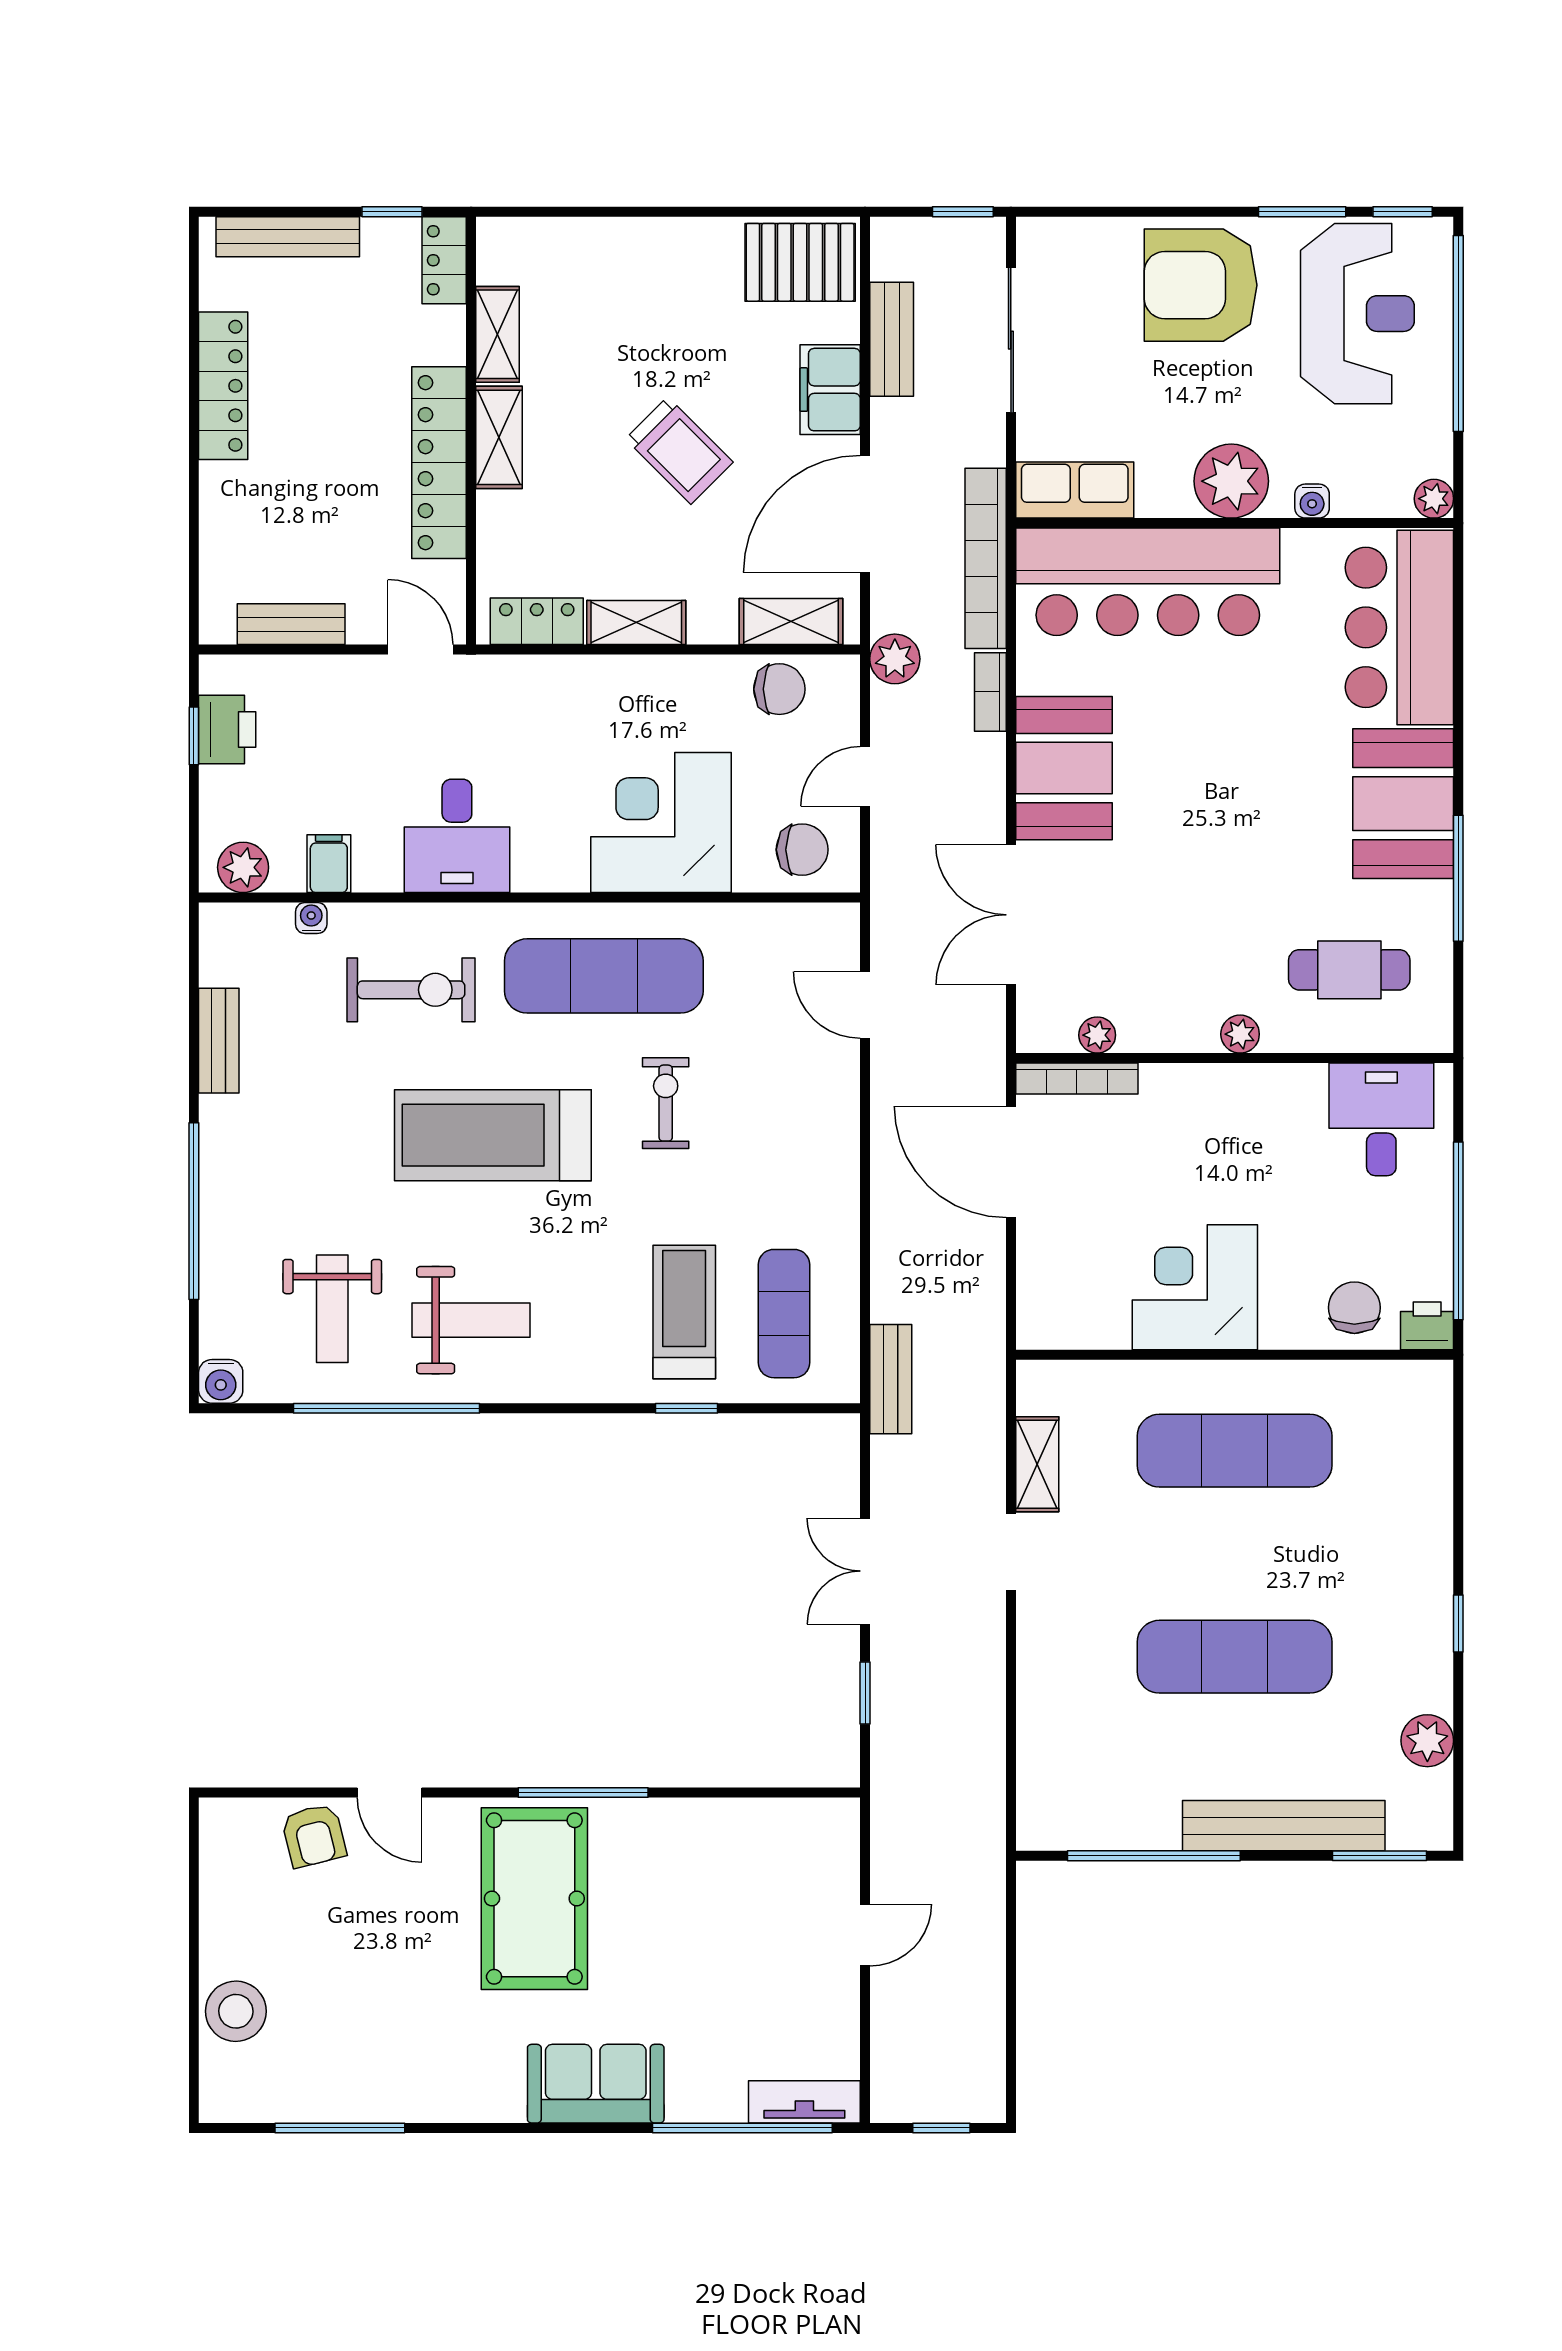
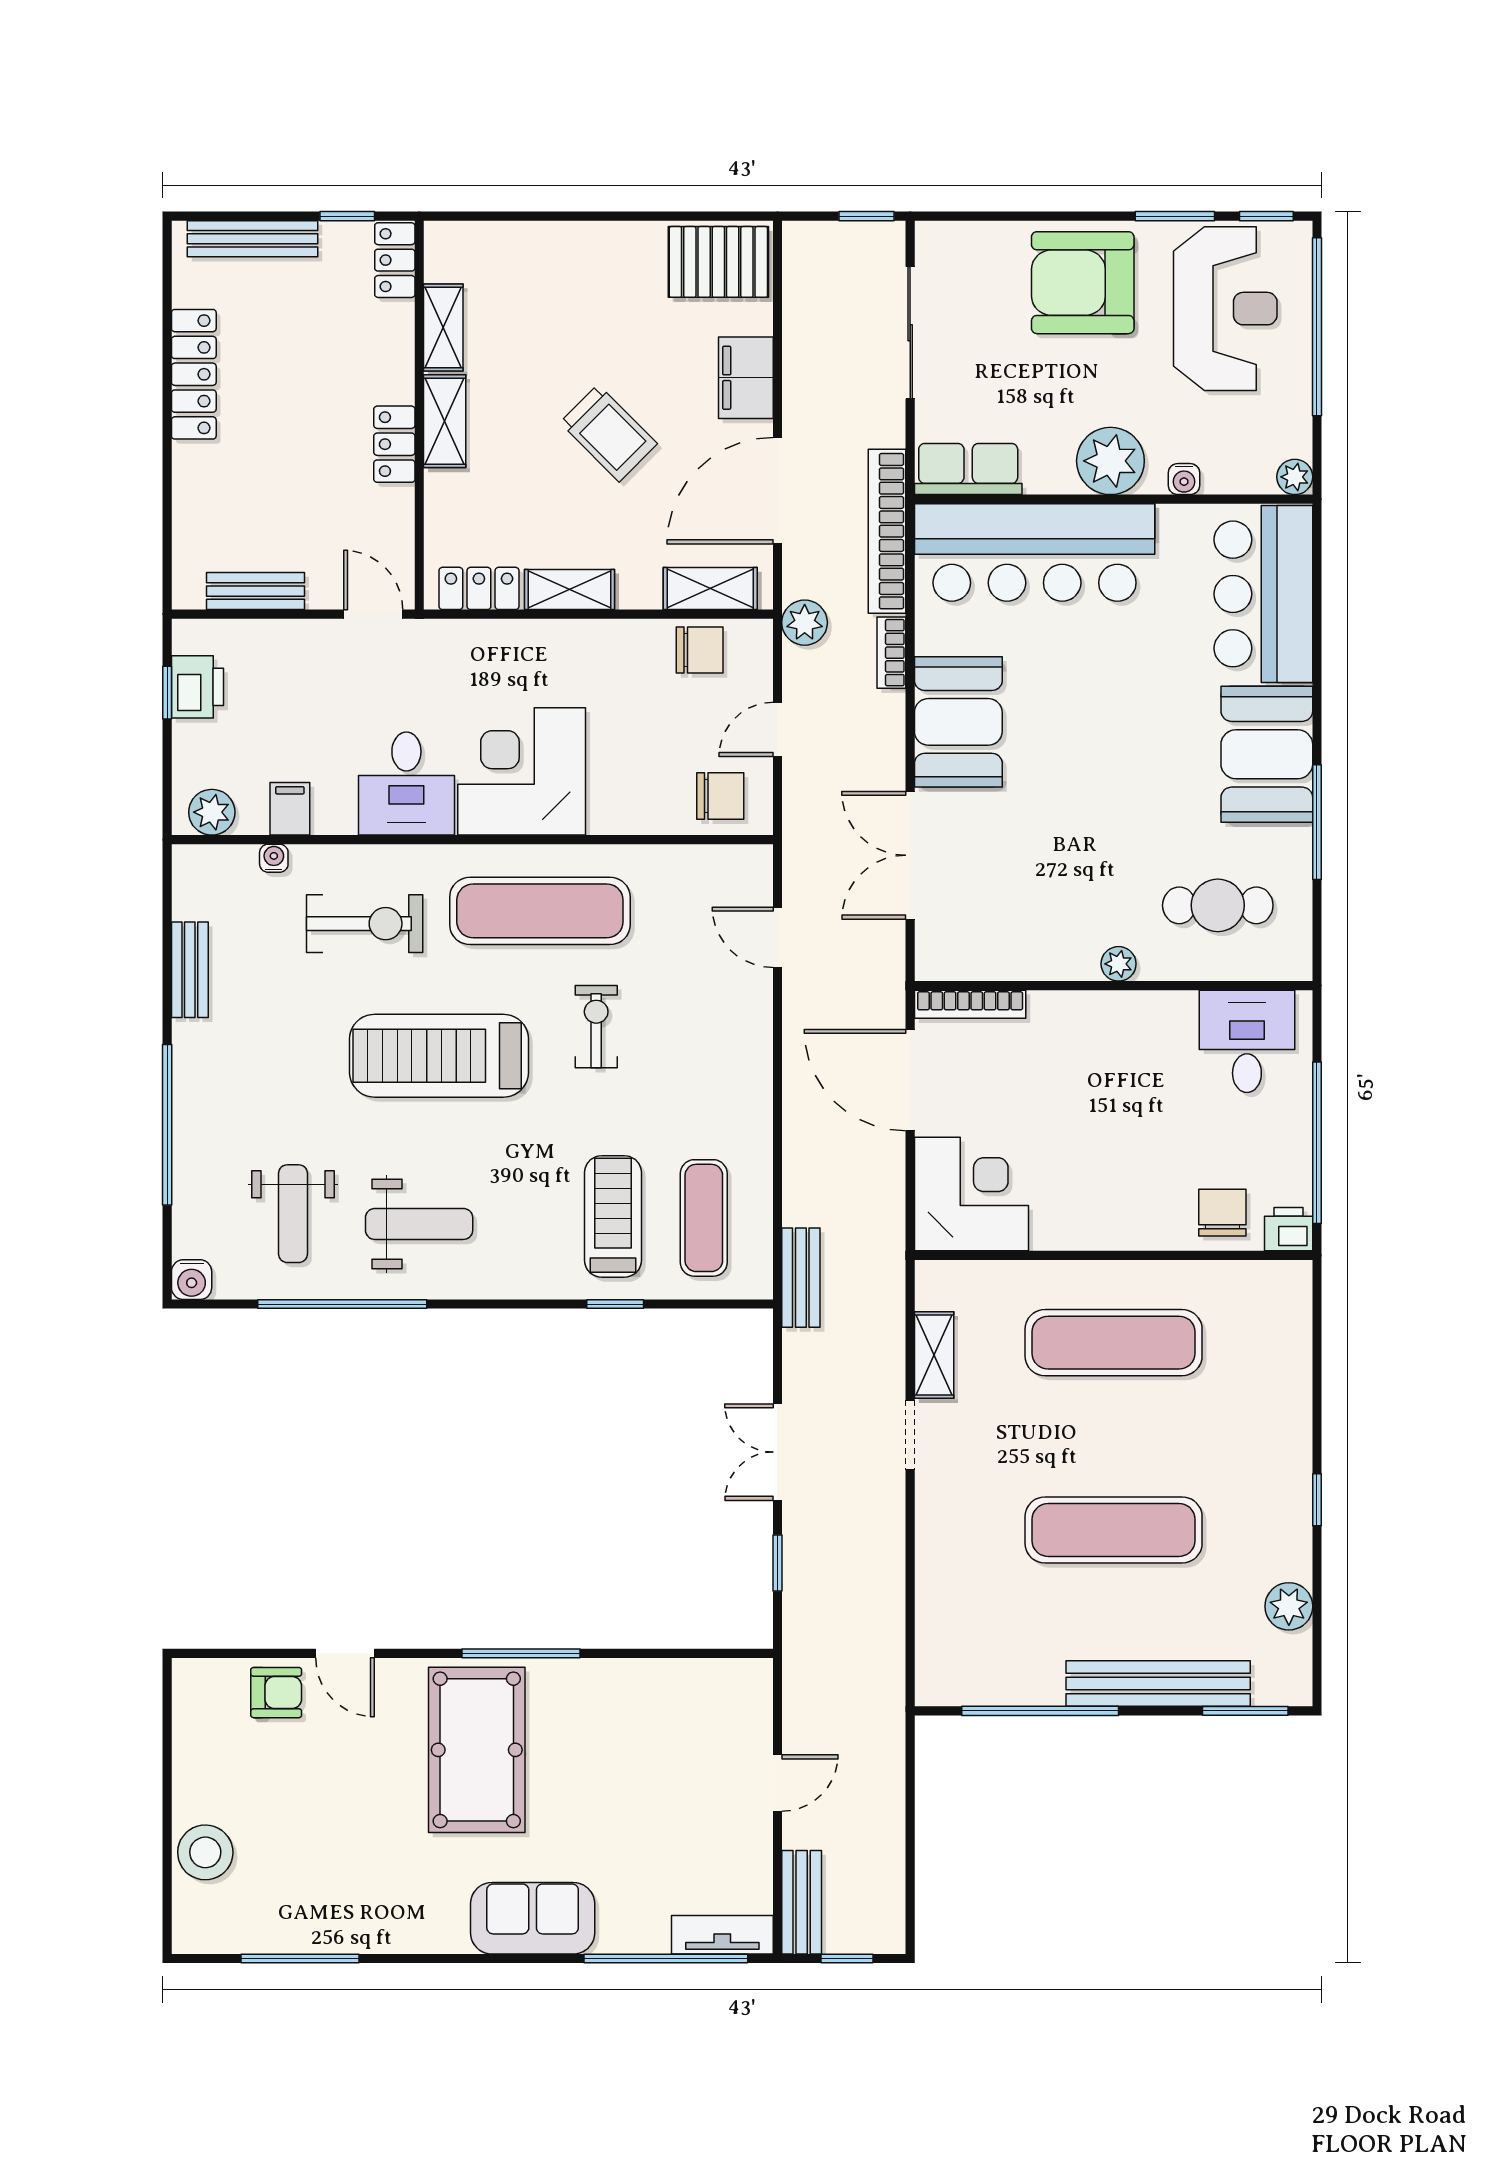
bench: (892, 339) -> (802, 1902), moved
locker: (439, 463) -> (394, 444), width x0.46, depth x0.83
corner desk: (661, 823) -> (522, 771), moved
plant: (1097, 1035) -> (989, 965), removed
corner desk: (1195, 1287) -> (971, 1194), moved, turned 90
armchair: (314, 1835) -> (276, 1693), turned -76

